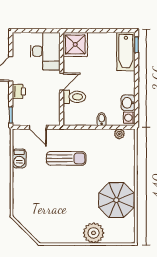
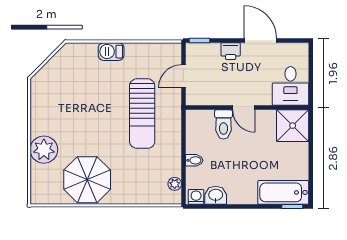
desk: (45, 51) -> (290, 86), width x0.73
barbecue: (19, 158) -> (111, 52), moved
sun lounger: (66, 158) -> (142, 114), width x1.36, depth x1.34

